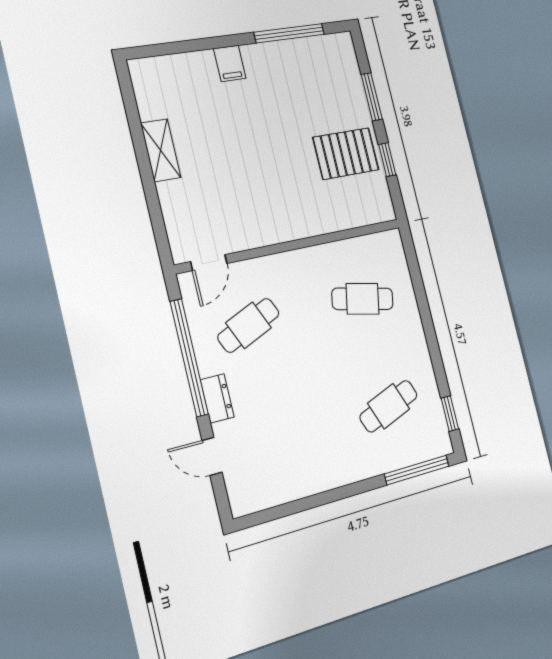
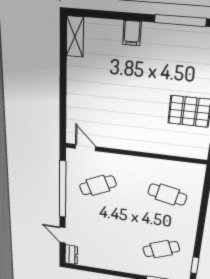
shelving: (161, 150) -> (75, 37), moved
door: (209, 262) -> (85, 148), swing flipped
dresser: (217, 398) -> (71, 255), moved

